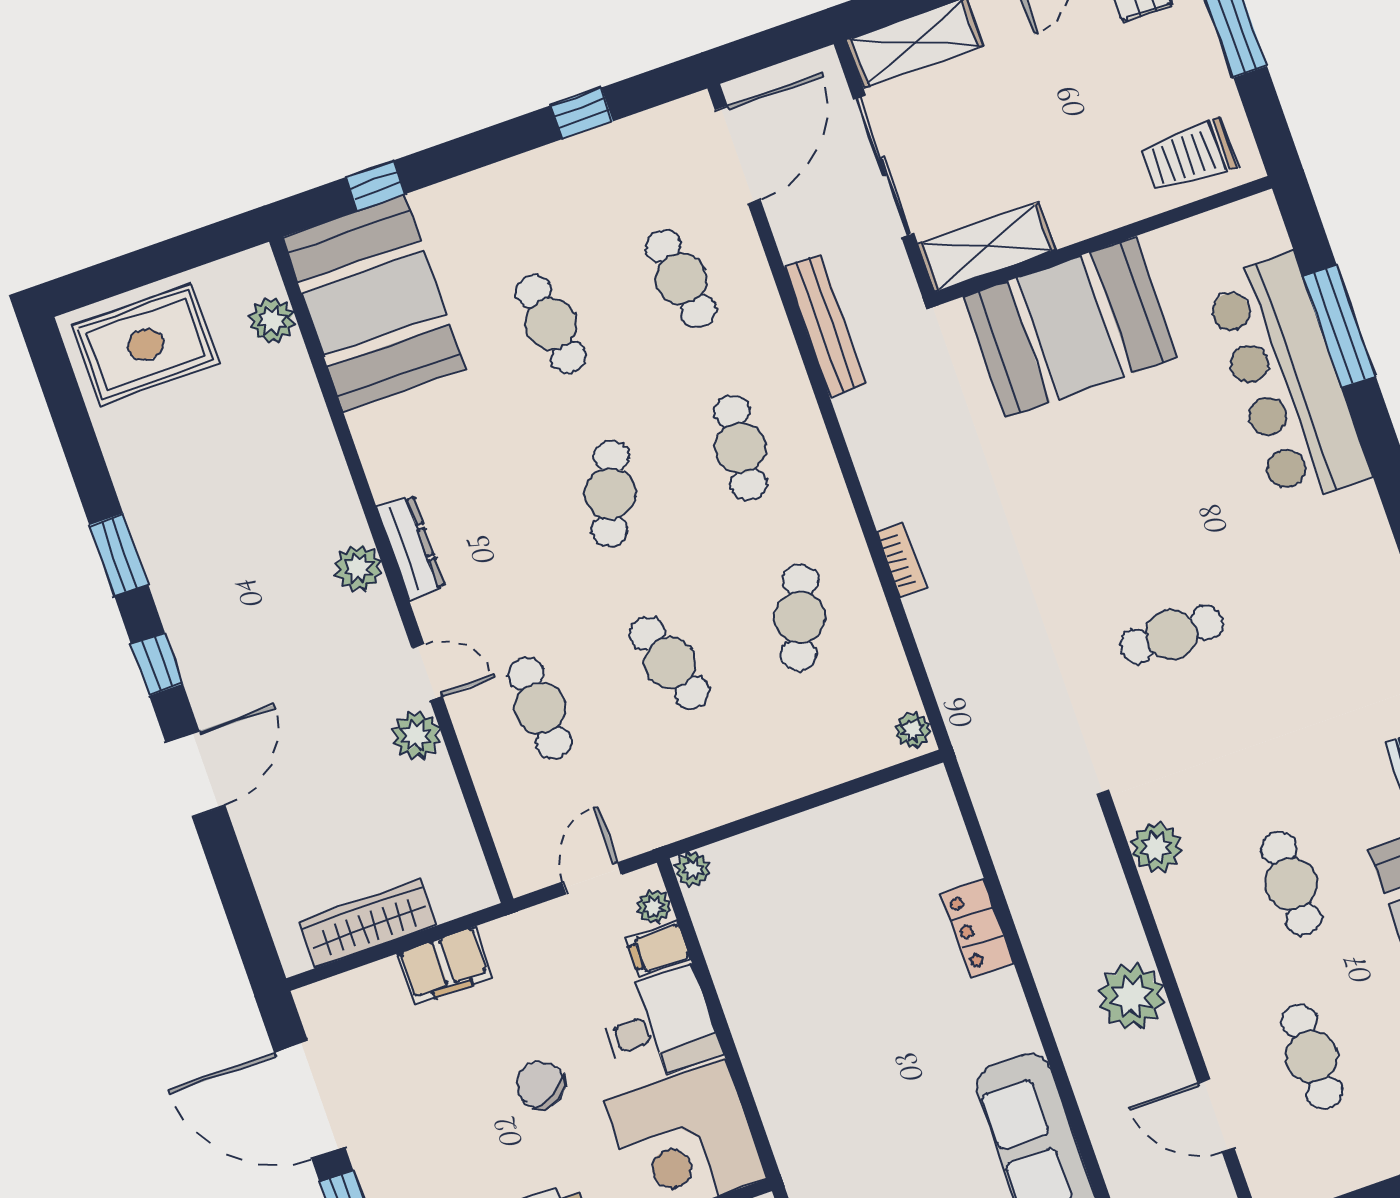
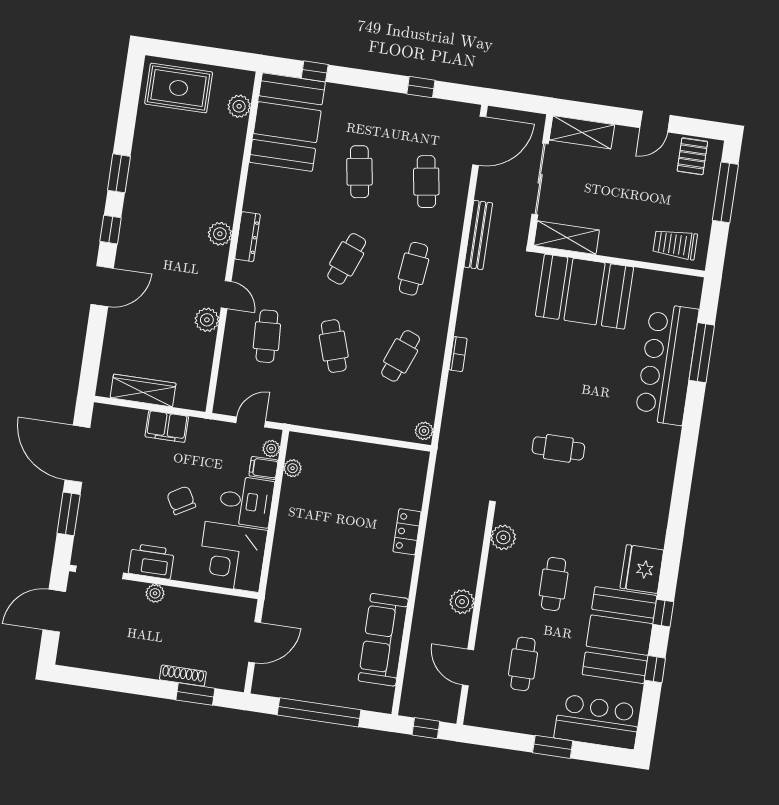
plant: (693, 869) -> (293, 468), moved
plant: (1131, 997) -> (462, 602), width x0.73, depth x0.73

